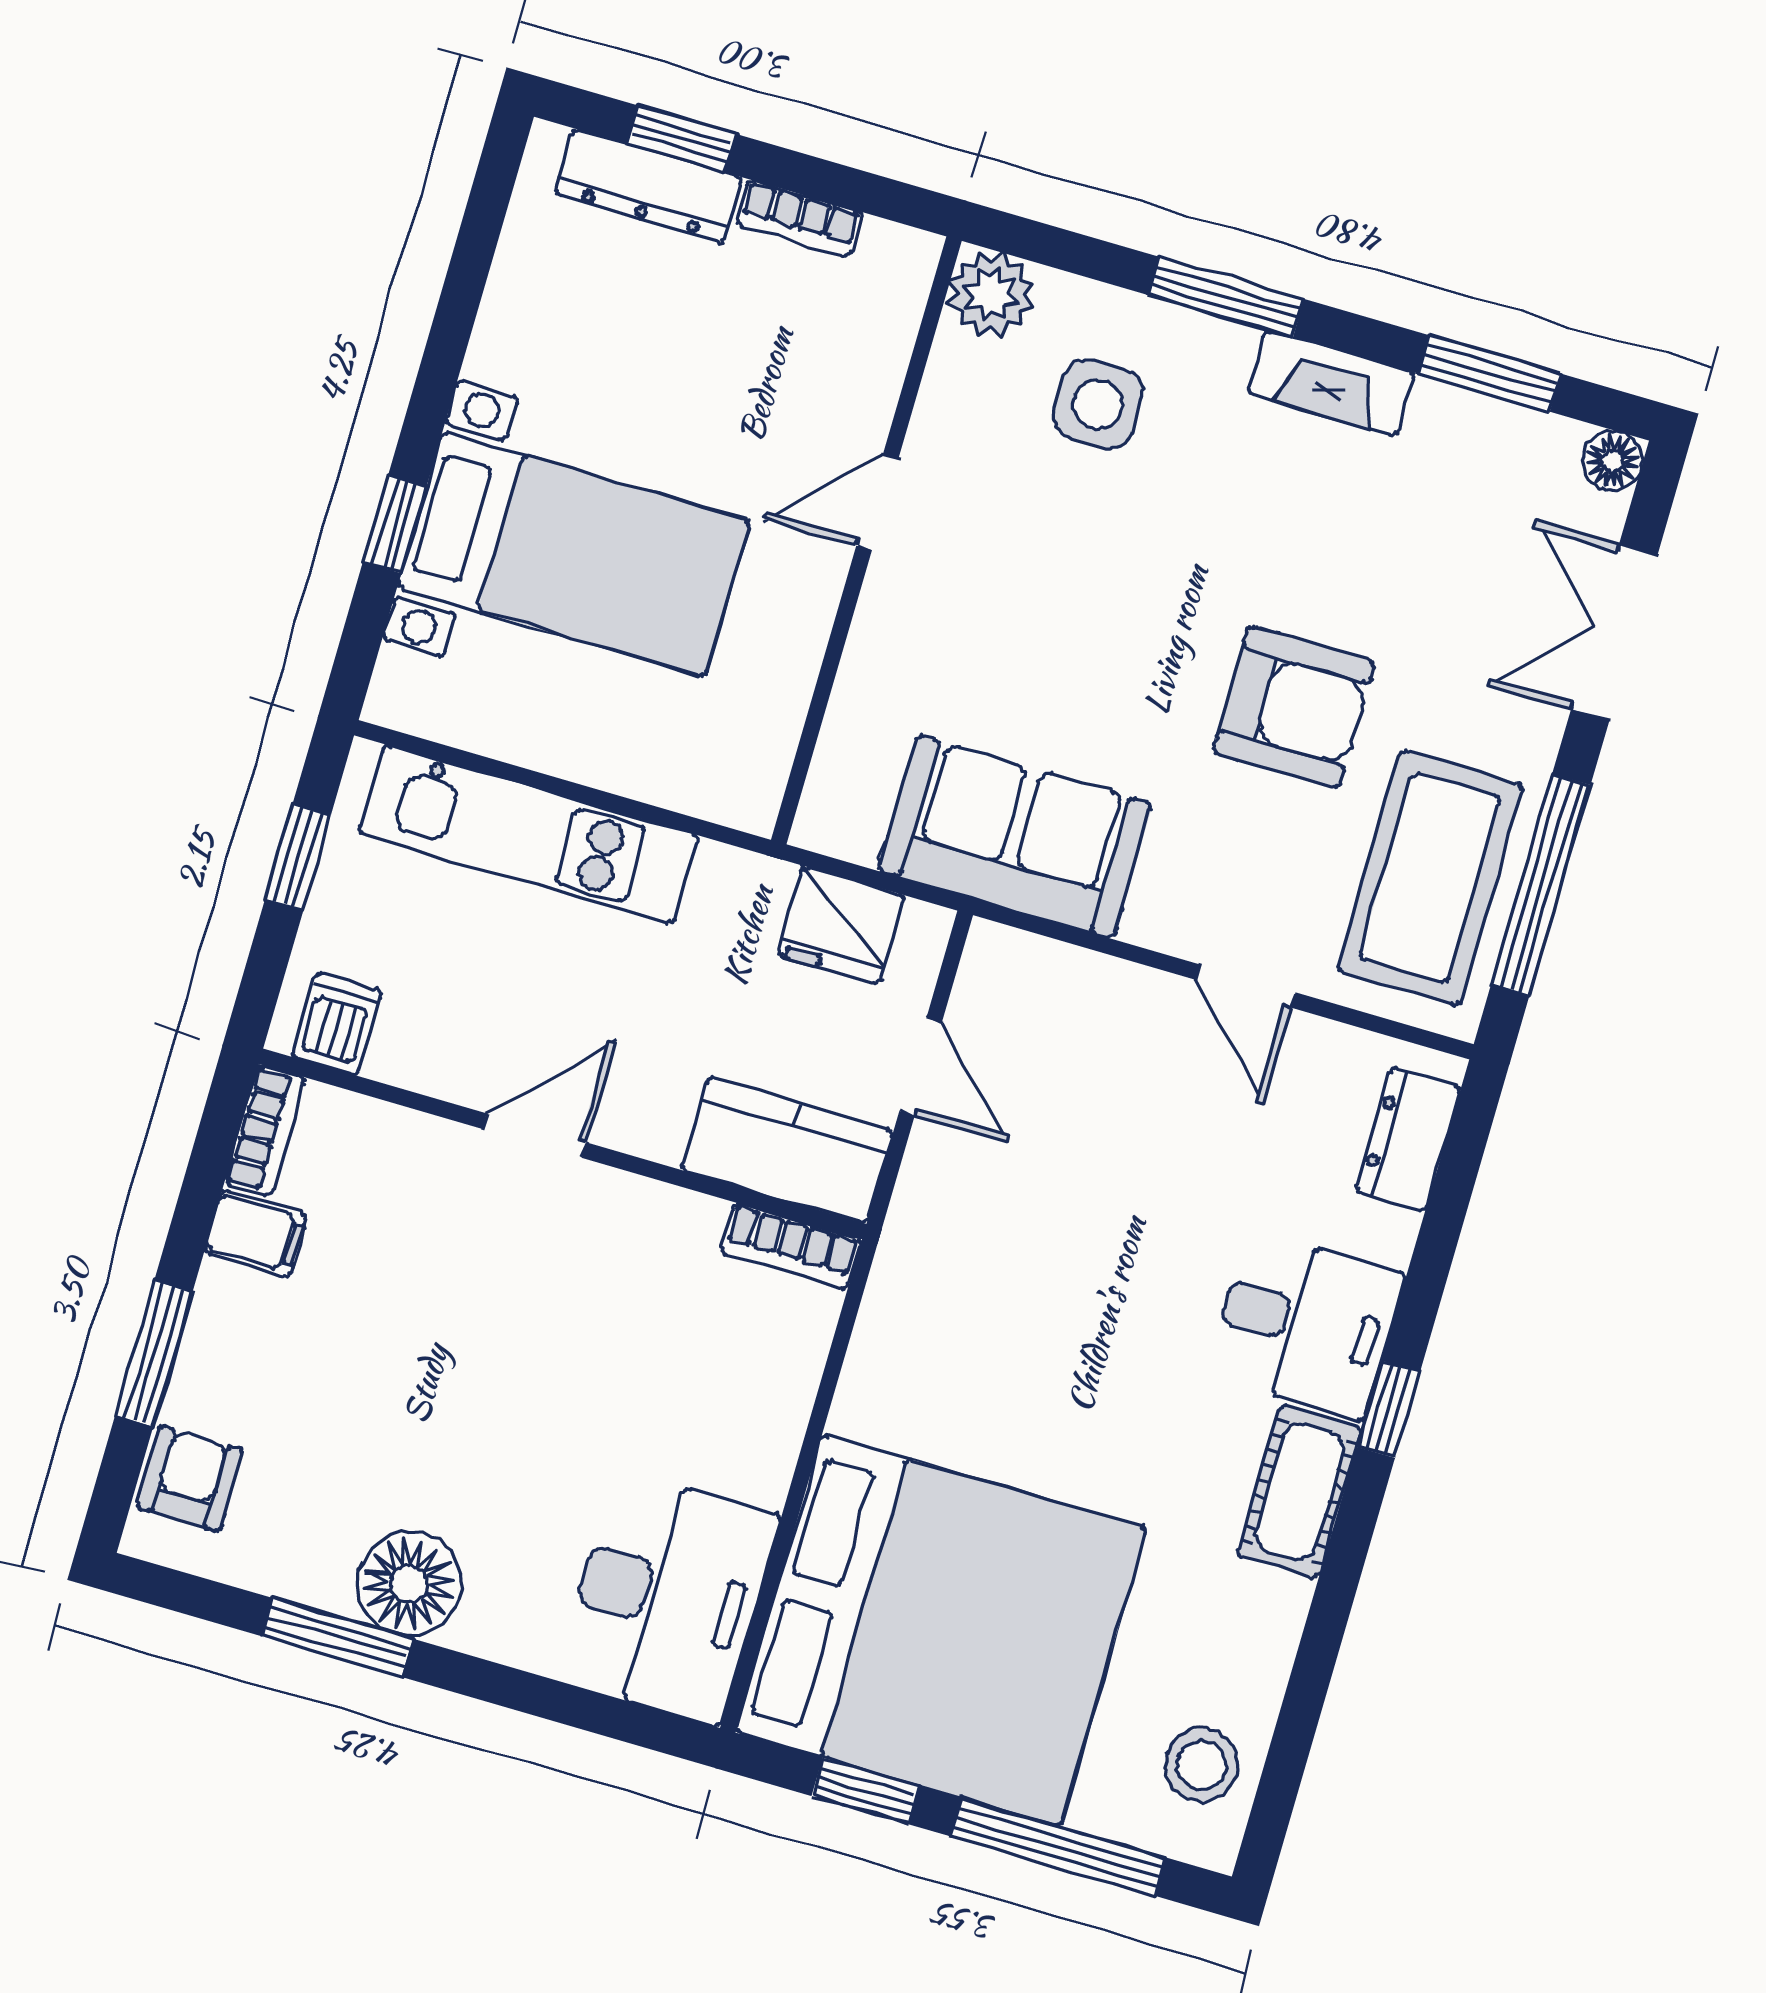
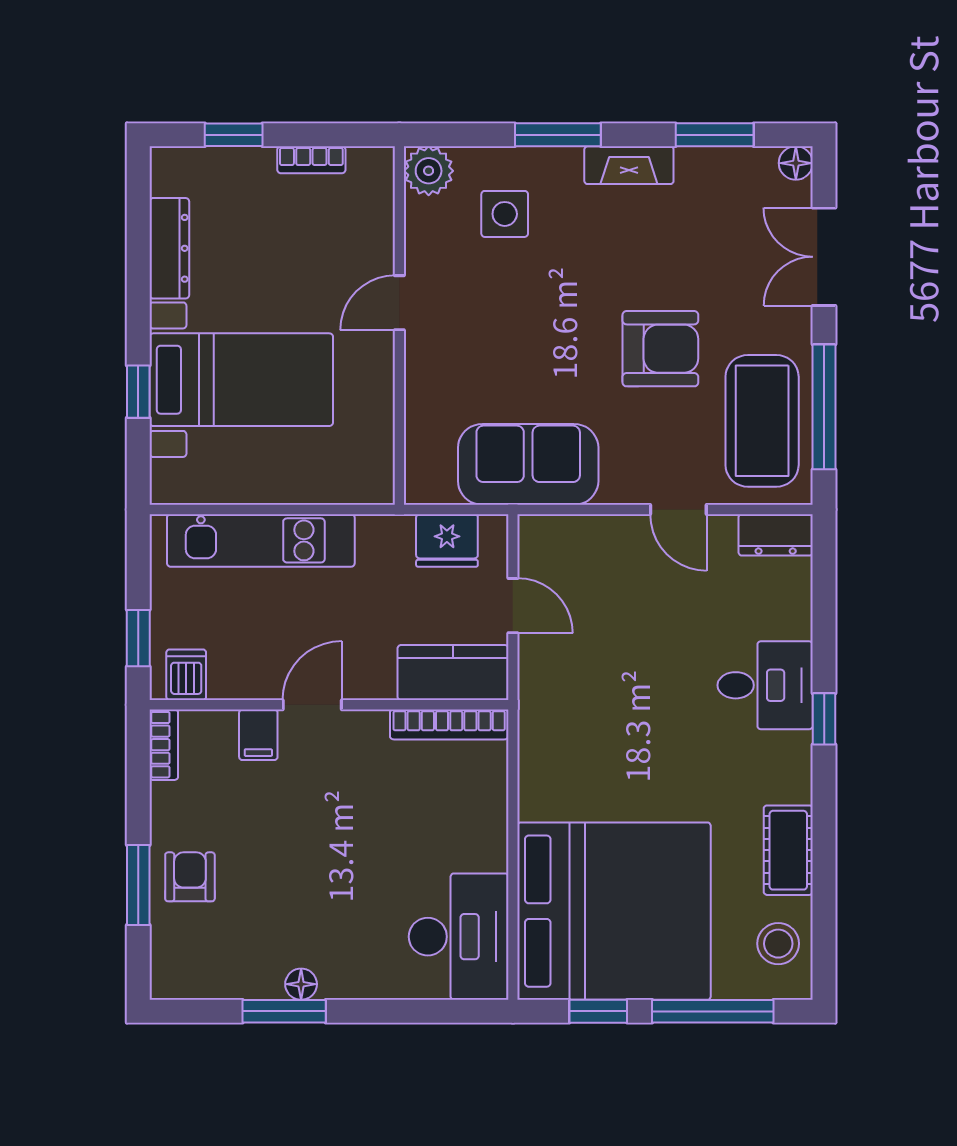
dresser: (648, 186) -> (169, 248), moved, turned -90
window: (298, 857) -> (138, 638), moved
dresser: (1408, 1139) -> (776, 535), moved, turned -90
filing cabinet: (256, 1234) -> (258, 735), moved, turned 90
bookcase: (791, 1246) -> (449, 724), width x1.56
armchair: (190, 1479) -> (190, 877), moved
cot: (1299, 1491) -> (788, 850), moved
floor lamp: (409, 1584) -> (301, 984), width x0.53, depth x0.53

